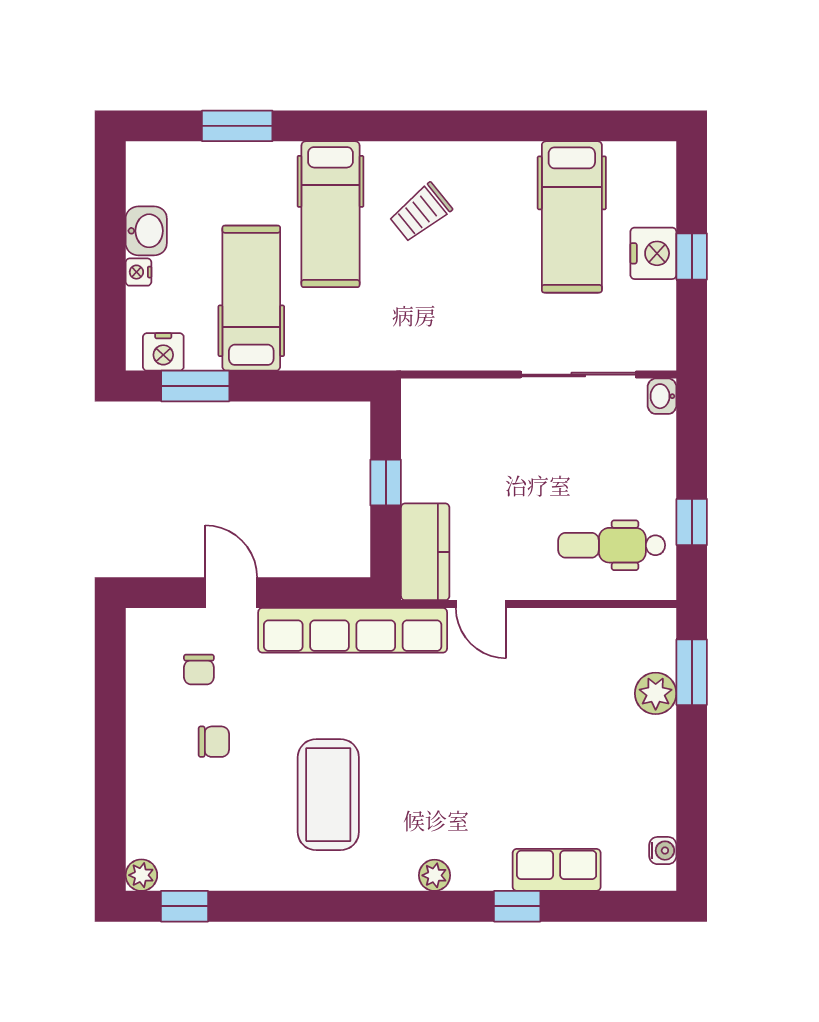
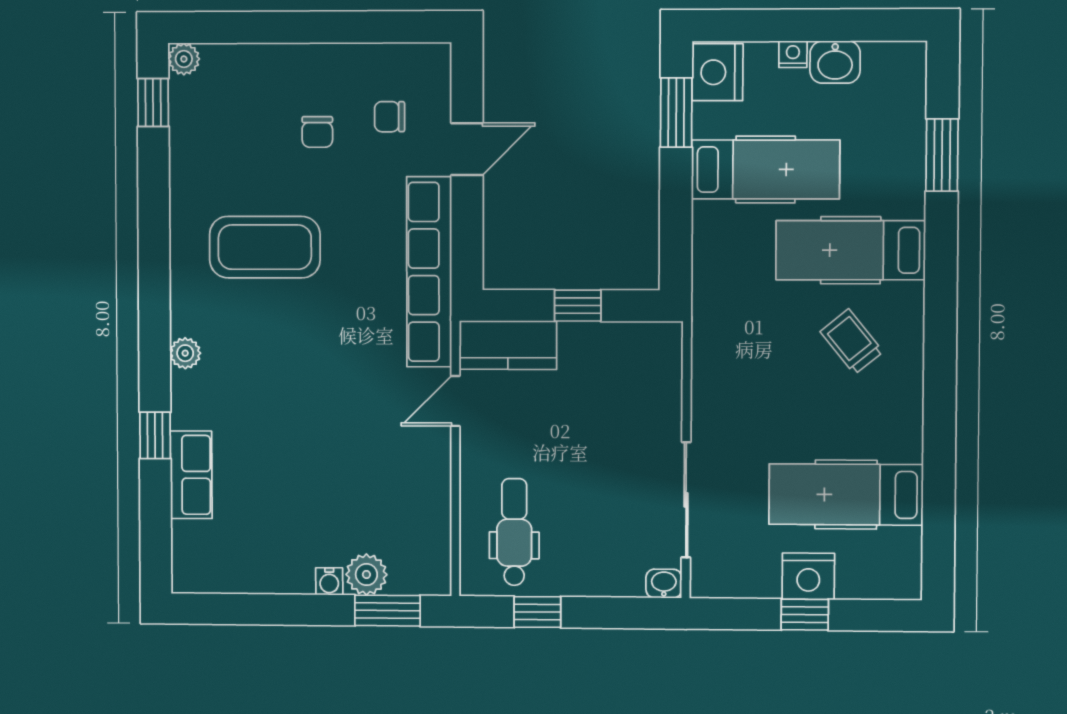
nightstand: (163, 352) -> (717, 72), width x1.36, depth x1.33
water cooler: (663, 851) -> (329, 581), moved

